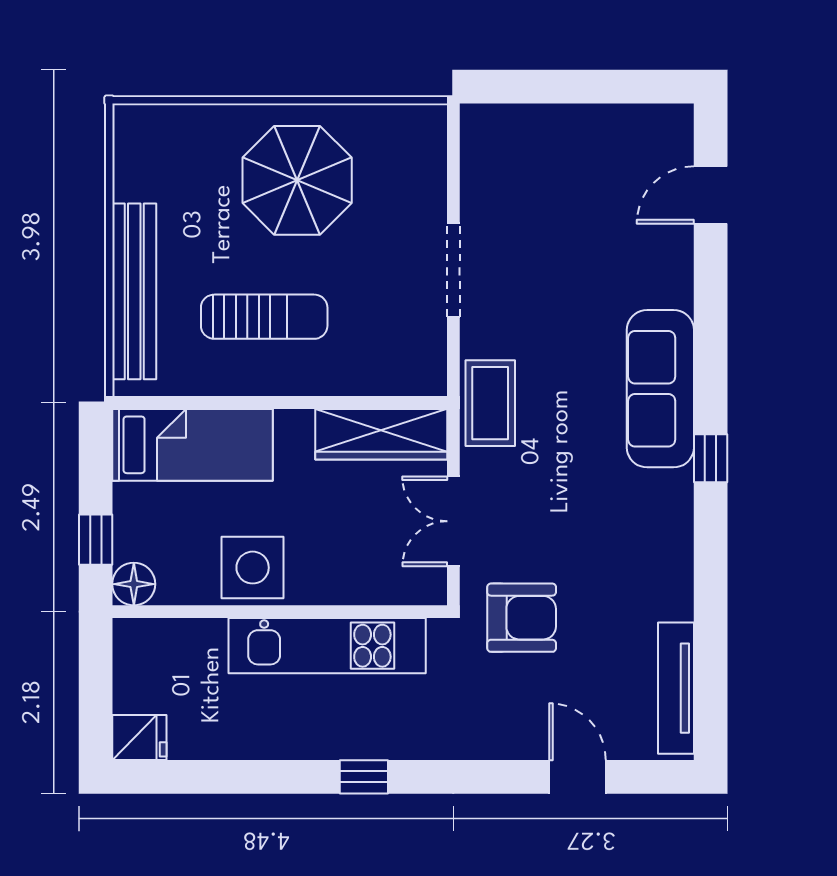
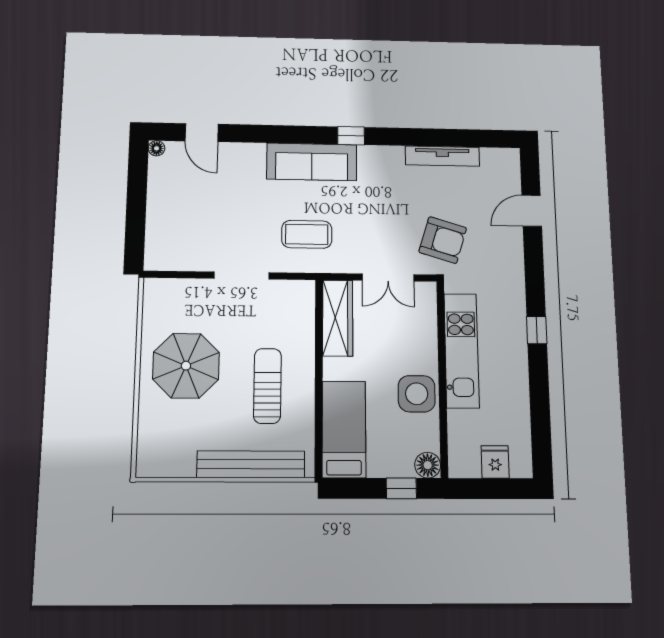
floor lamp: (680, 118) -> (157, 148), added
coffee table: (490, 403) -> (307, 234), moved
armchair: (522, 618) -> (443, 240), turned 107
tv unit: (676, 688) -> (442, 156), moved
fridge: (139, 738) -> (495, 462), moved

